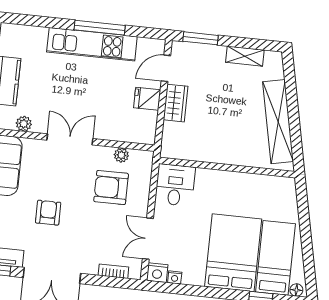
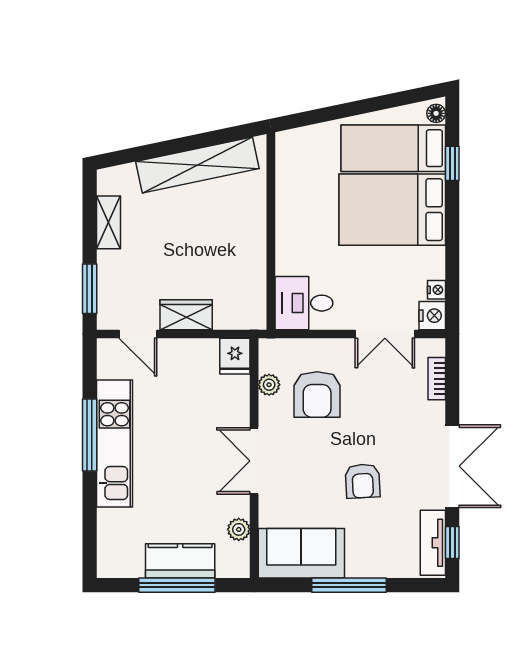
fridge: (147, 99) -> (235, 356), moved
armchair: (48, 213) -> (363, 481), turned -93

